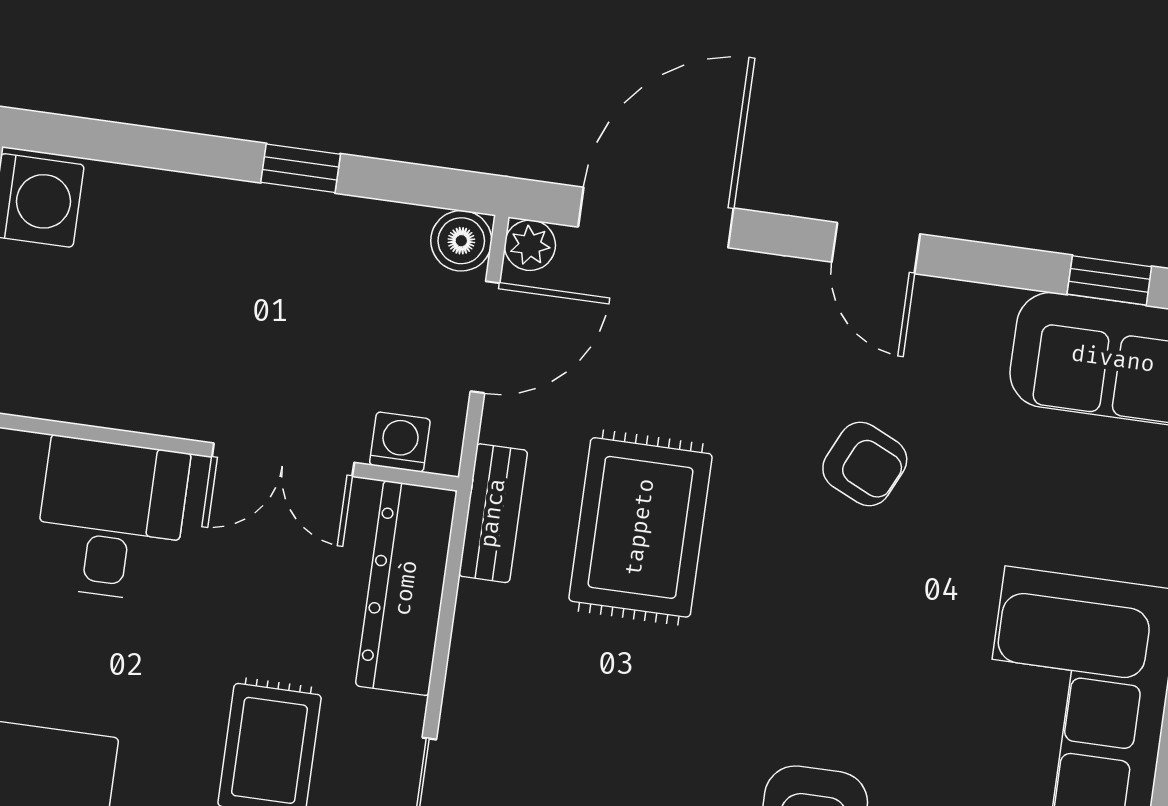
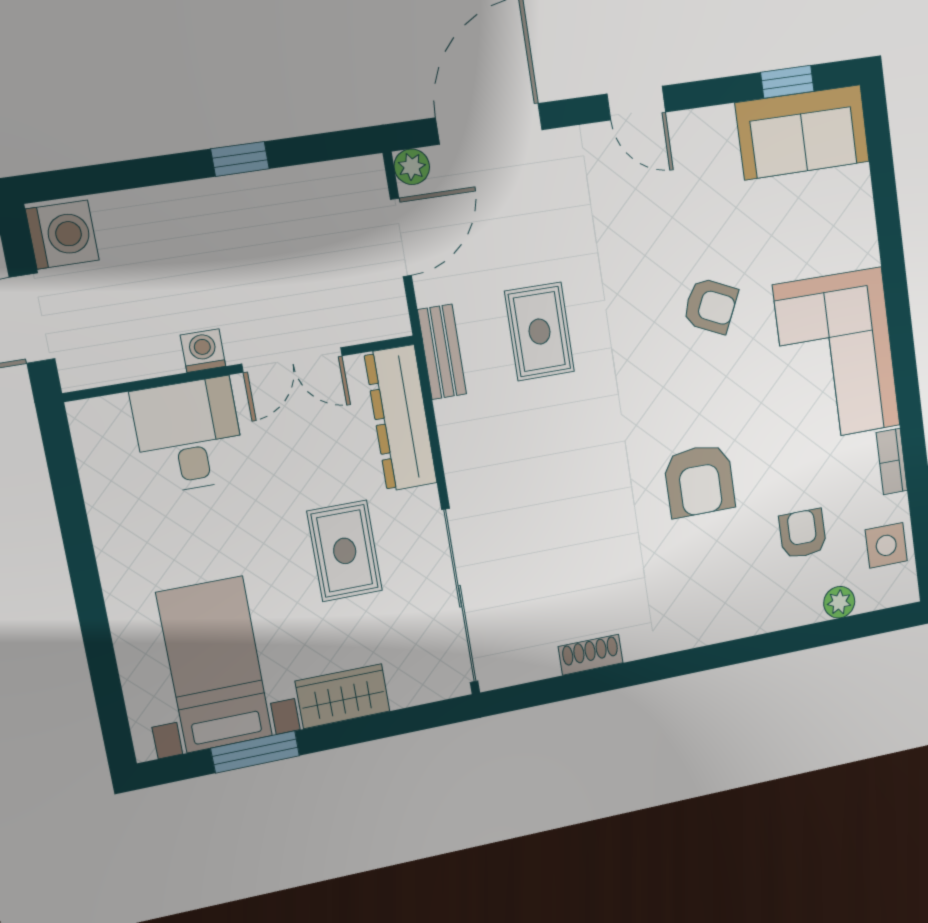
boiler: (461, 241) -> (365, 177), removed
washing machine: (400, 442) -> (203, 351), moved
armchair: (865, 464) -> (710, 306), moved
rug: (640, 527) -> (539, 331), width x0.73, depth x0.70

